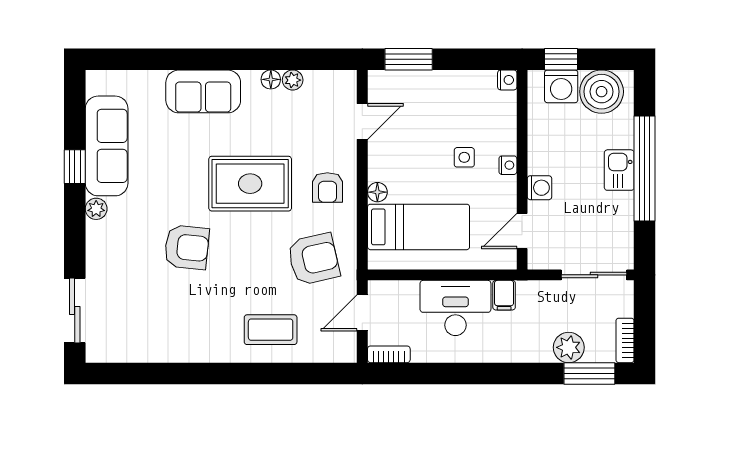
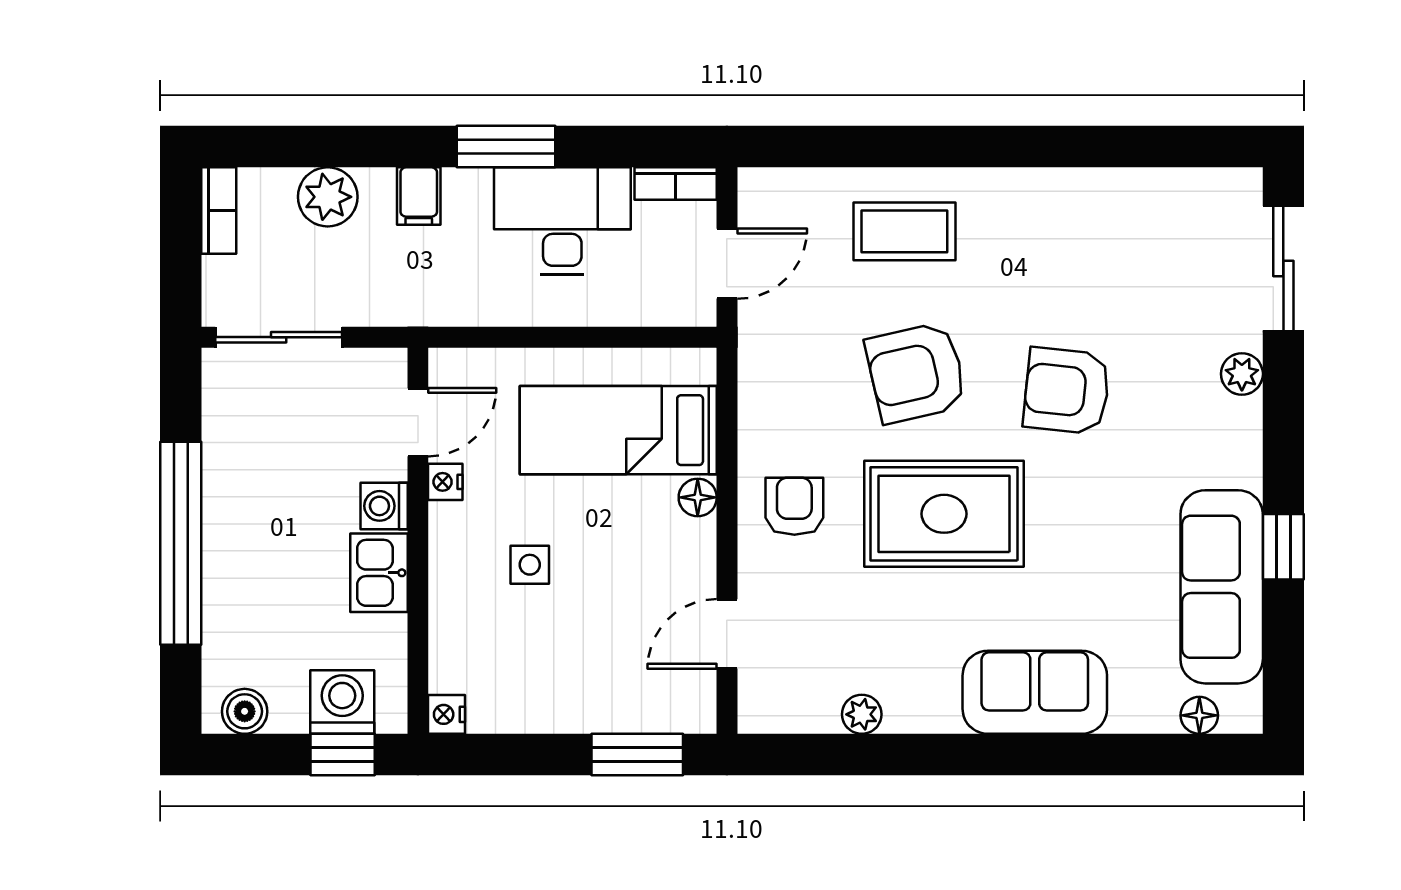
floor lamp: (271, 79) -> (1199, 715), moved
boiler: (602, 92) -> (245, 711), width x0.54, depth x0.54
nightstand: (508, 165) -> (445, 482), moved
kitchen sink: (619, 170) -> (379, 573), moved, turned 180
plant: (96, 209) -> (1242, 374), moved
armchair: (314, 259) -> (916, 373), moved
filing cabinet: (504, 295) -> (419, 196), moved, turned 180
desk: (455, 308) -> (562, 221), moved, turned 180
window: (589, 373) -> (506, 147), moved

